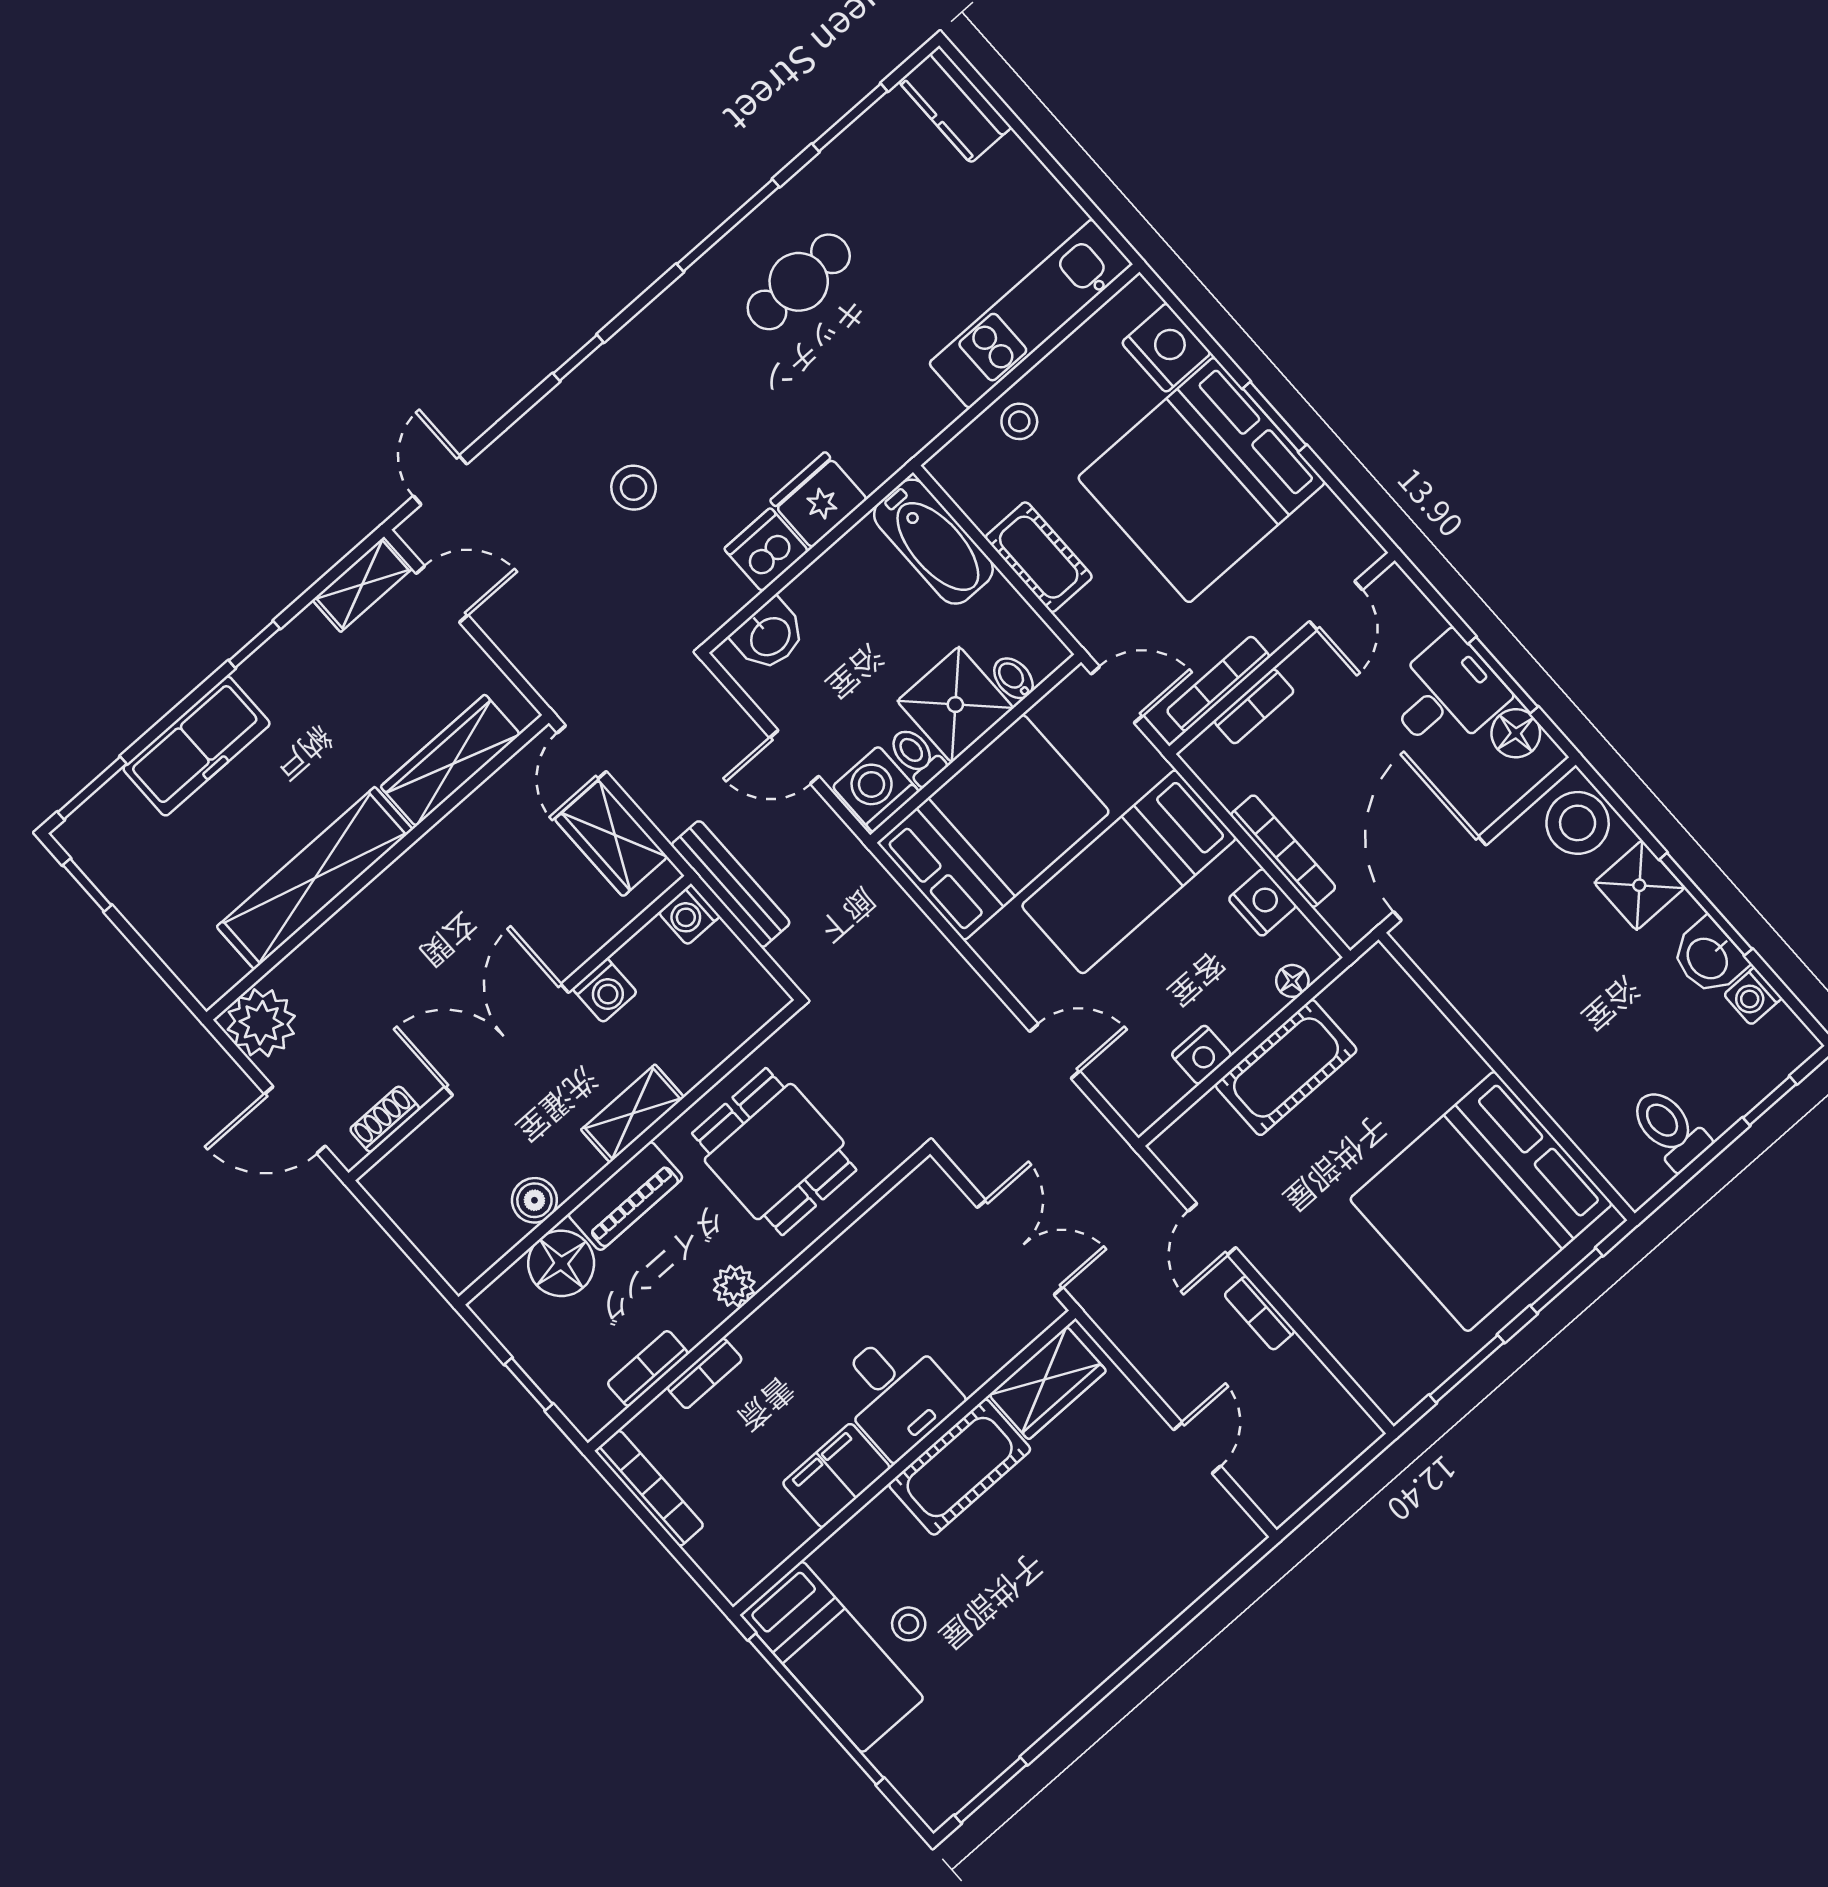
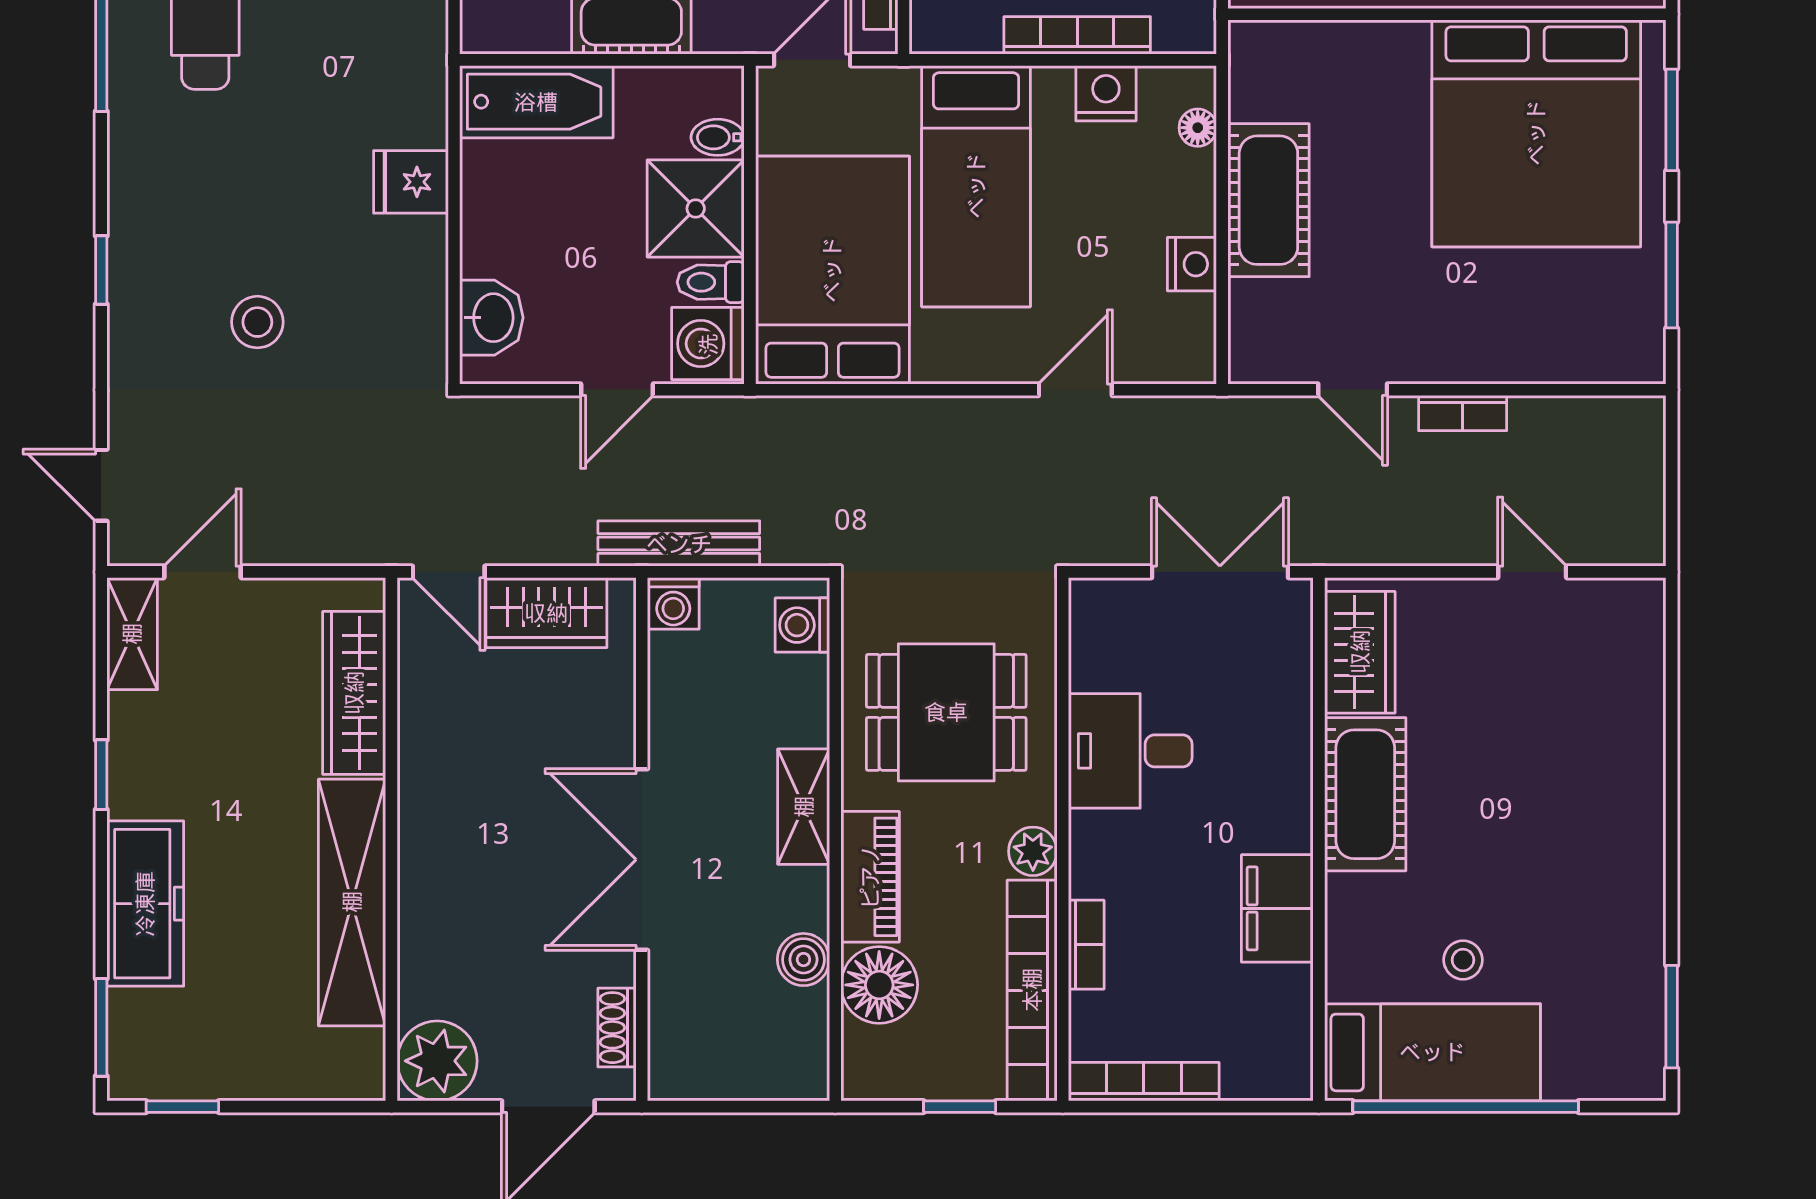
fridge: (818, 500) -> (411, 182), width x0.72
dishwasher: (766, 550) -> (414, 254), removed
washing machine: (605, 991) -> (802, 625), moved, turned 180
bookcase: (648, 1368) -> (1032, 990), width x2.31, depth x1.31
desk: (896, 1393) -> (1130, 751), moved, turned 180

